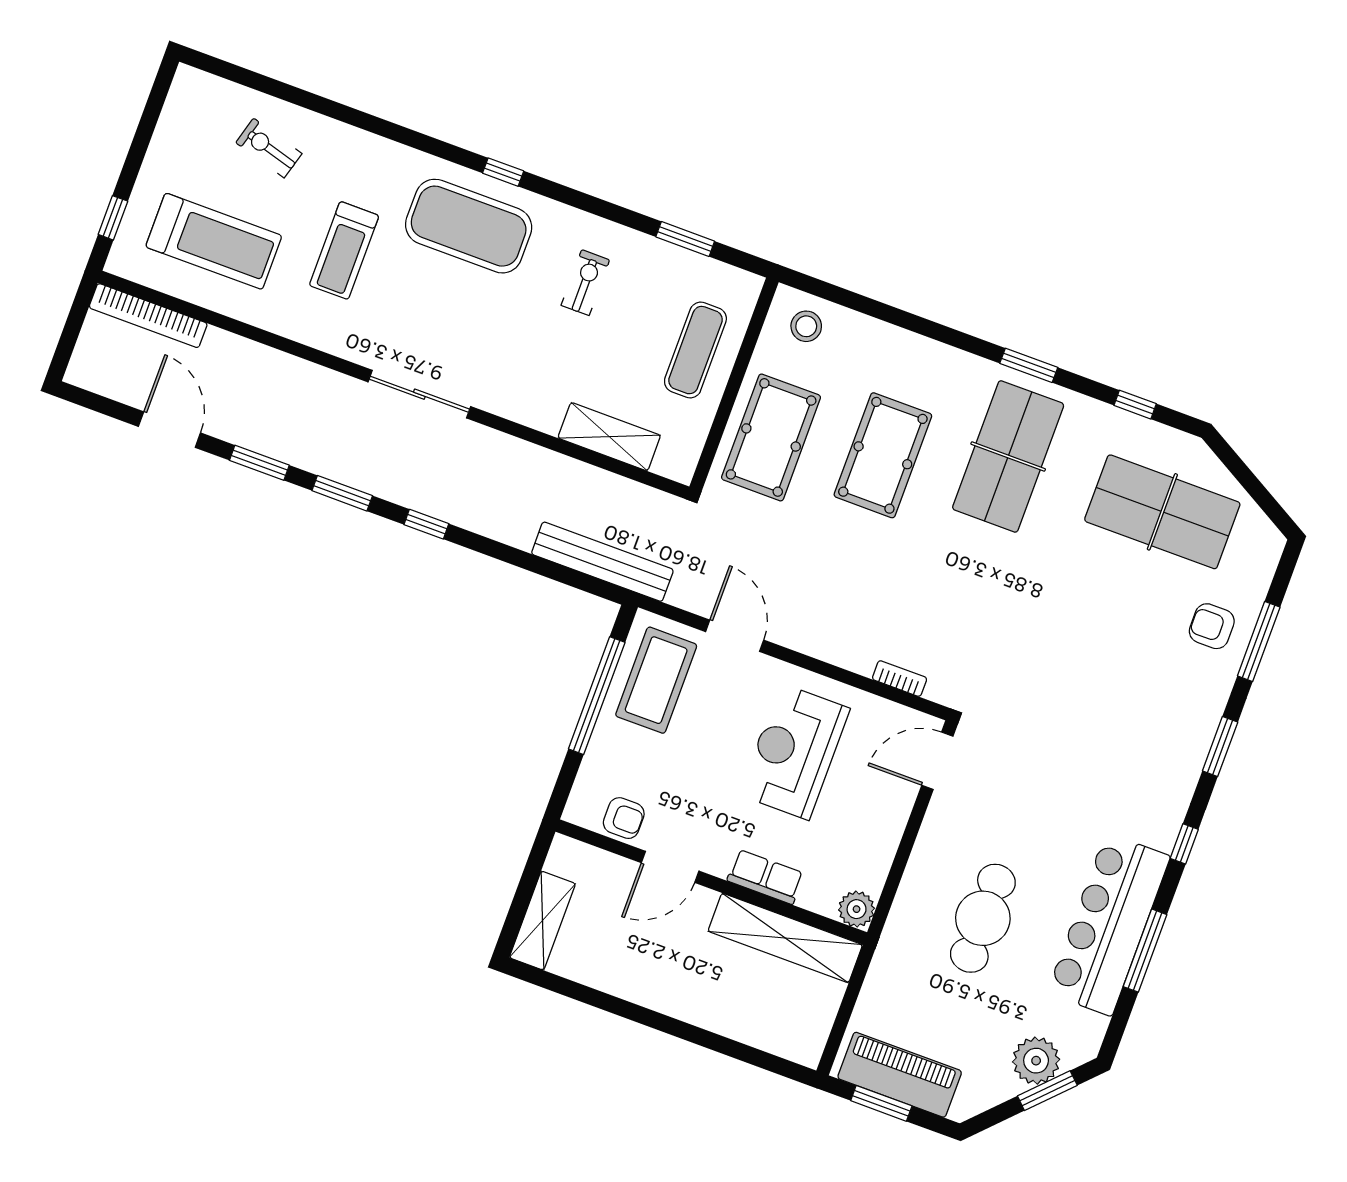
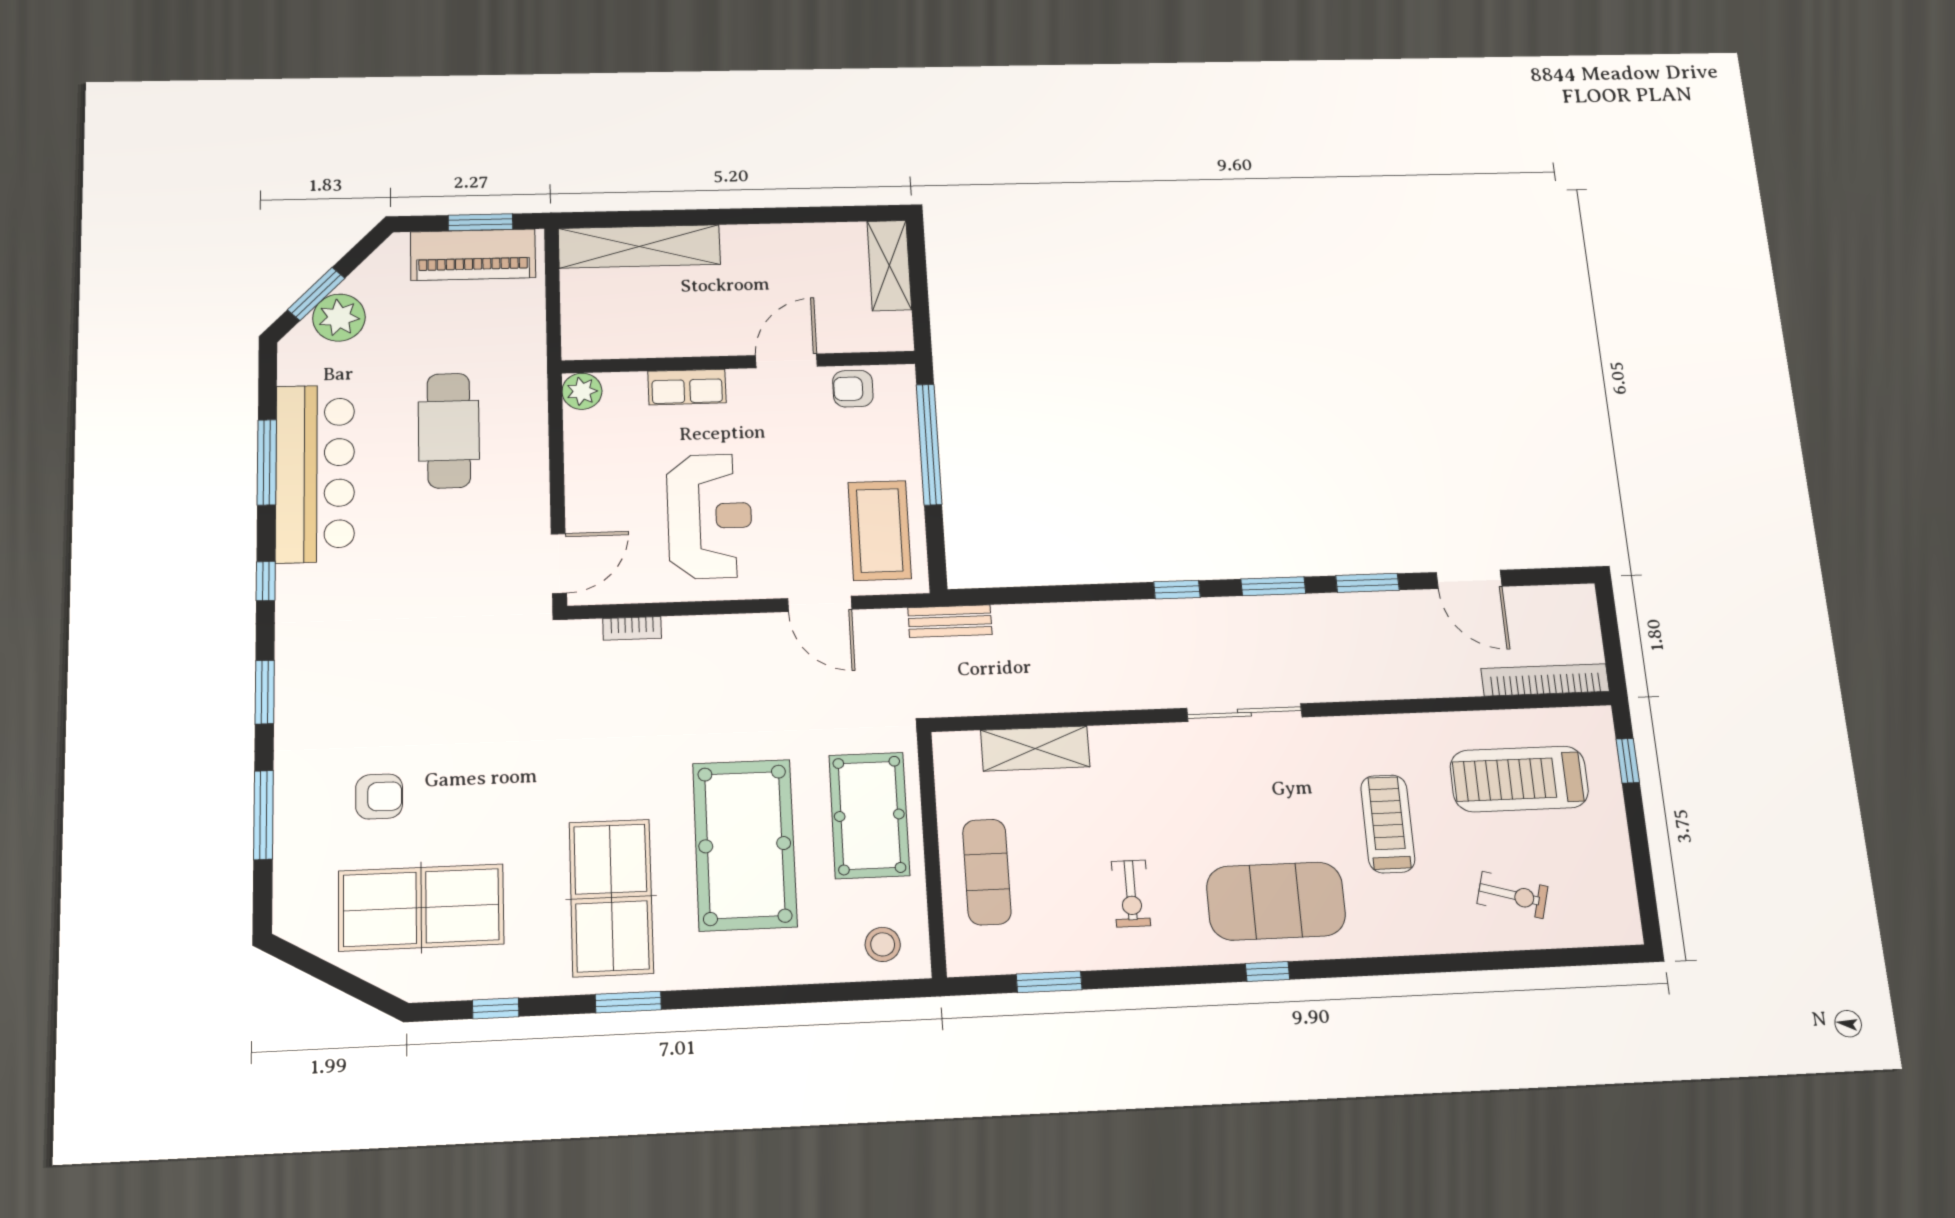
pool table: (883, 455) -> (745, 845), width x1.36, depth x1.32
bench: (602, 562) -> (950, 621), width x0.54, depth x0.82
armchair: (1212, 626) -> (379, 797), moved
window: (597, 696) -> (929, 444), moved
shelving: (785, 938) -> (639, 246), moved

